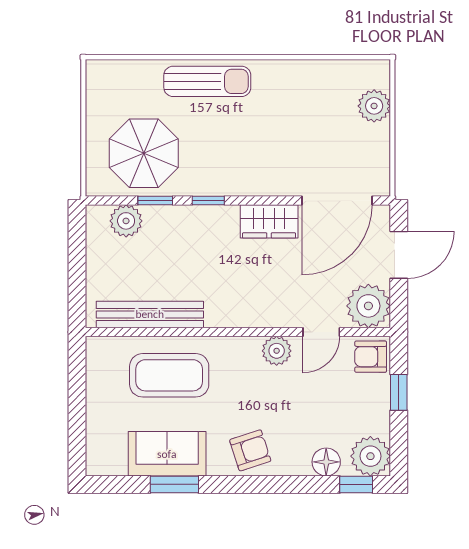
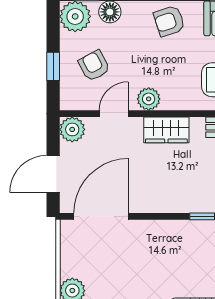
wardrobe: (269, 221) -> (166, 130), moved, turned 180
plant: (368, 306) -> (72, 129), width x0.73, depth x0.73
armchair: (371, 357) -> (94, 66), moved, turned -118

